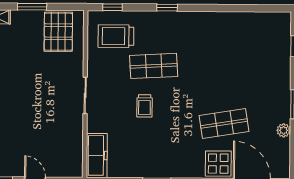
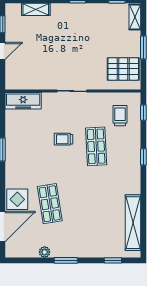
shelving: (248, 21) -> (133, 223), added
trolley: (116, 36) -> (120, 116), width x0.73, depth x0.72

